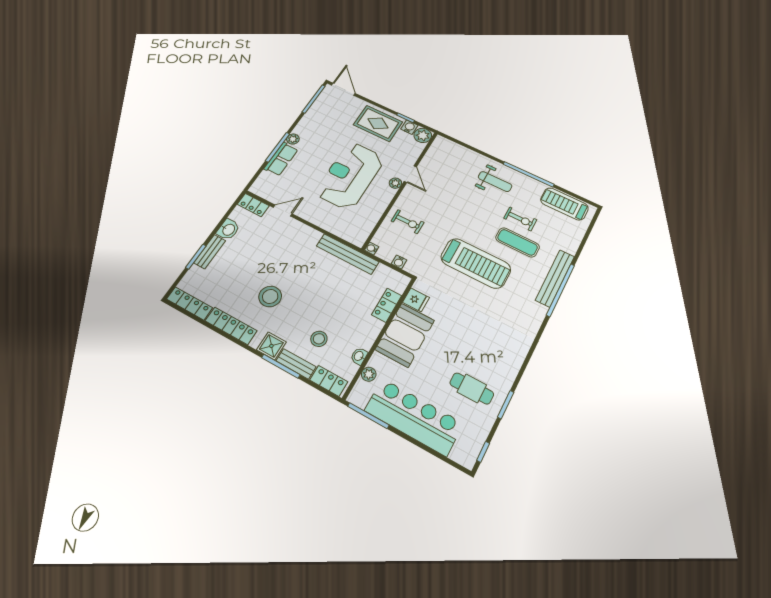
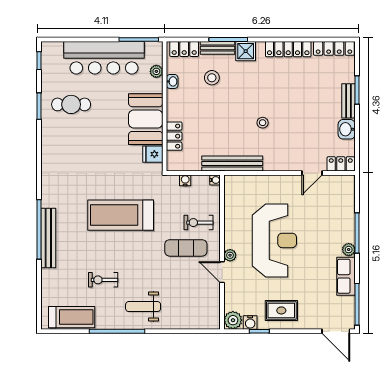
rug: (378, 123) -> (281, 310), width x0.73, depth x0.70
row of seats: (281, 159) -> (346, 276), moved
exercise mat: (517, 242) -> (186, 248), moved
stool: (270, 296) -> (263, 123), moved, width x0.53, depth x0.53

